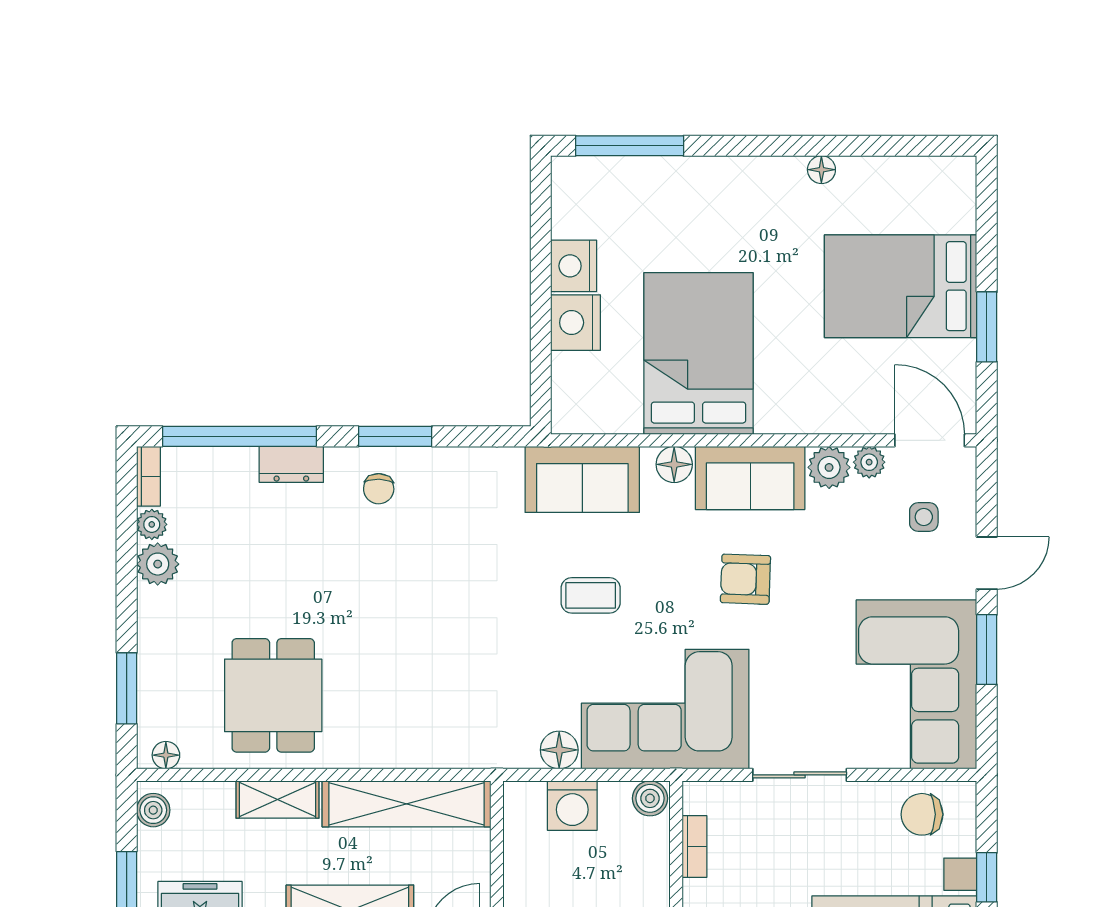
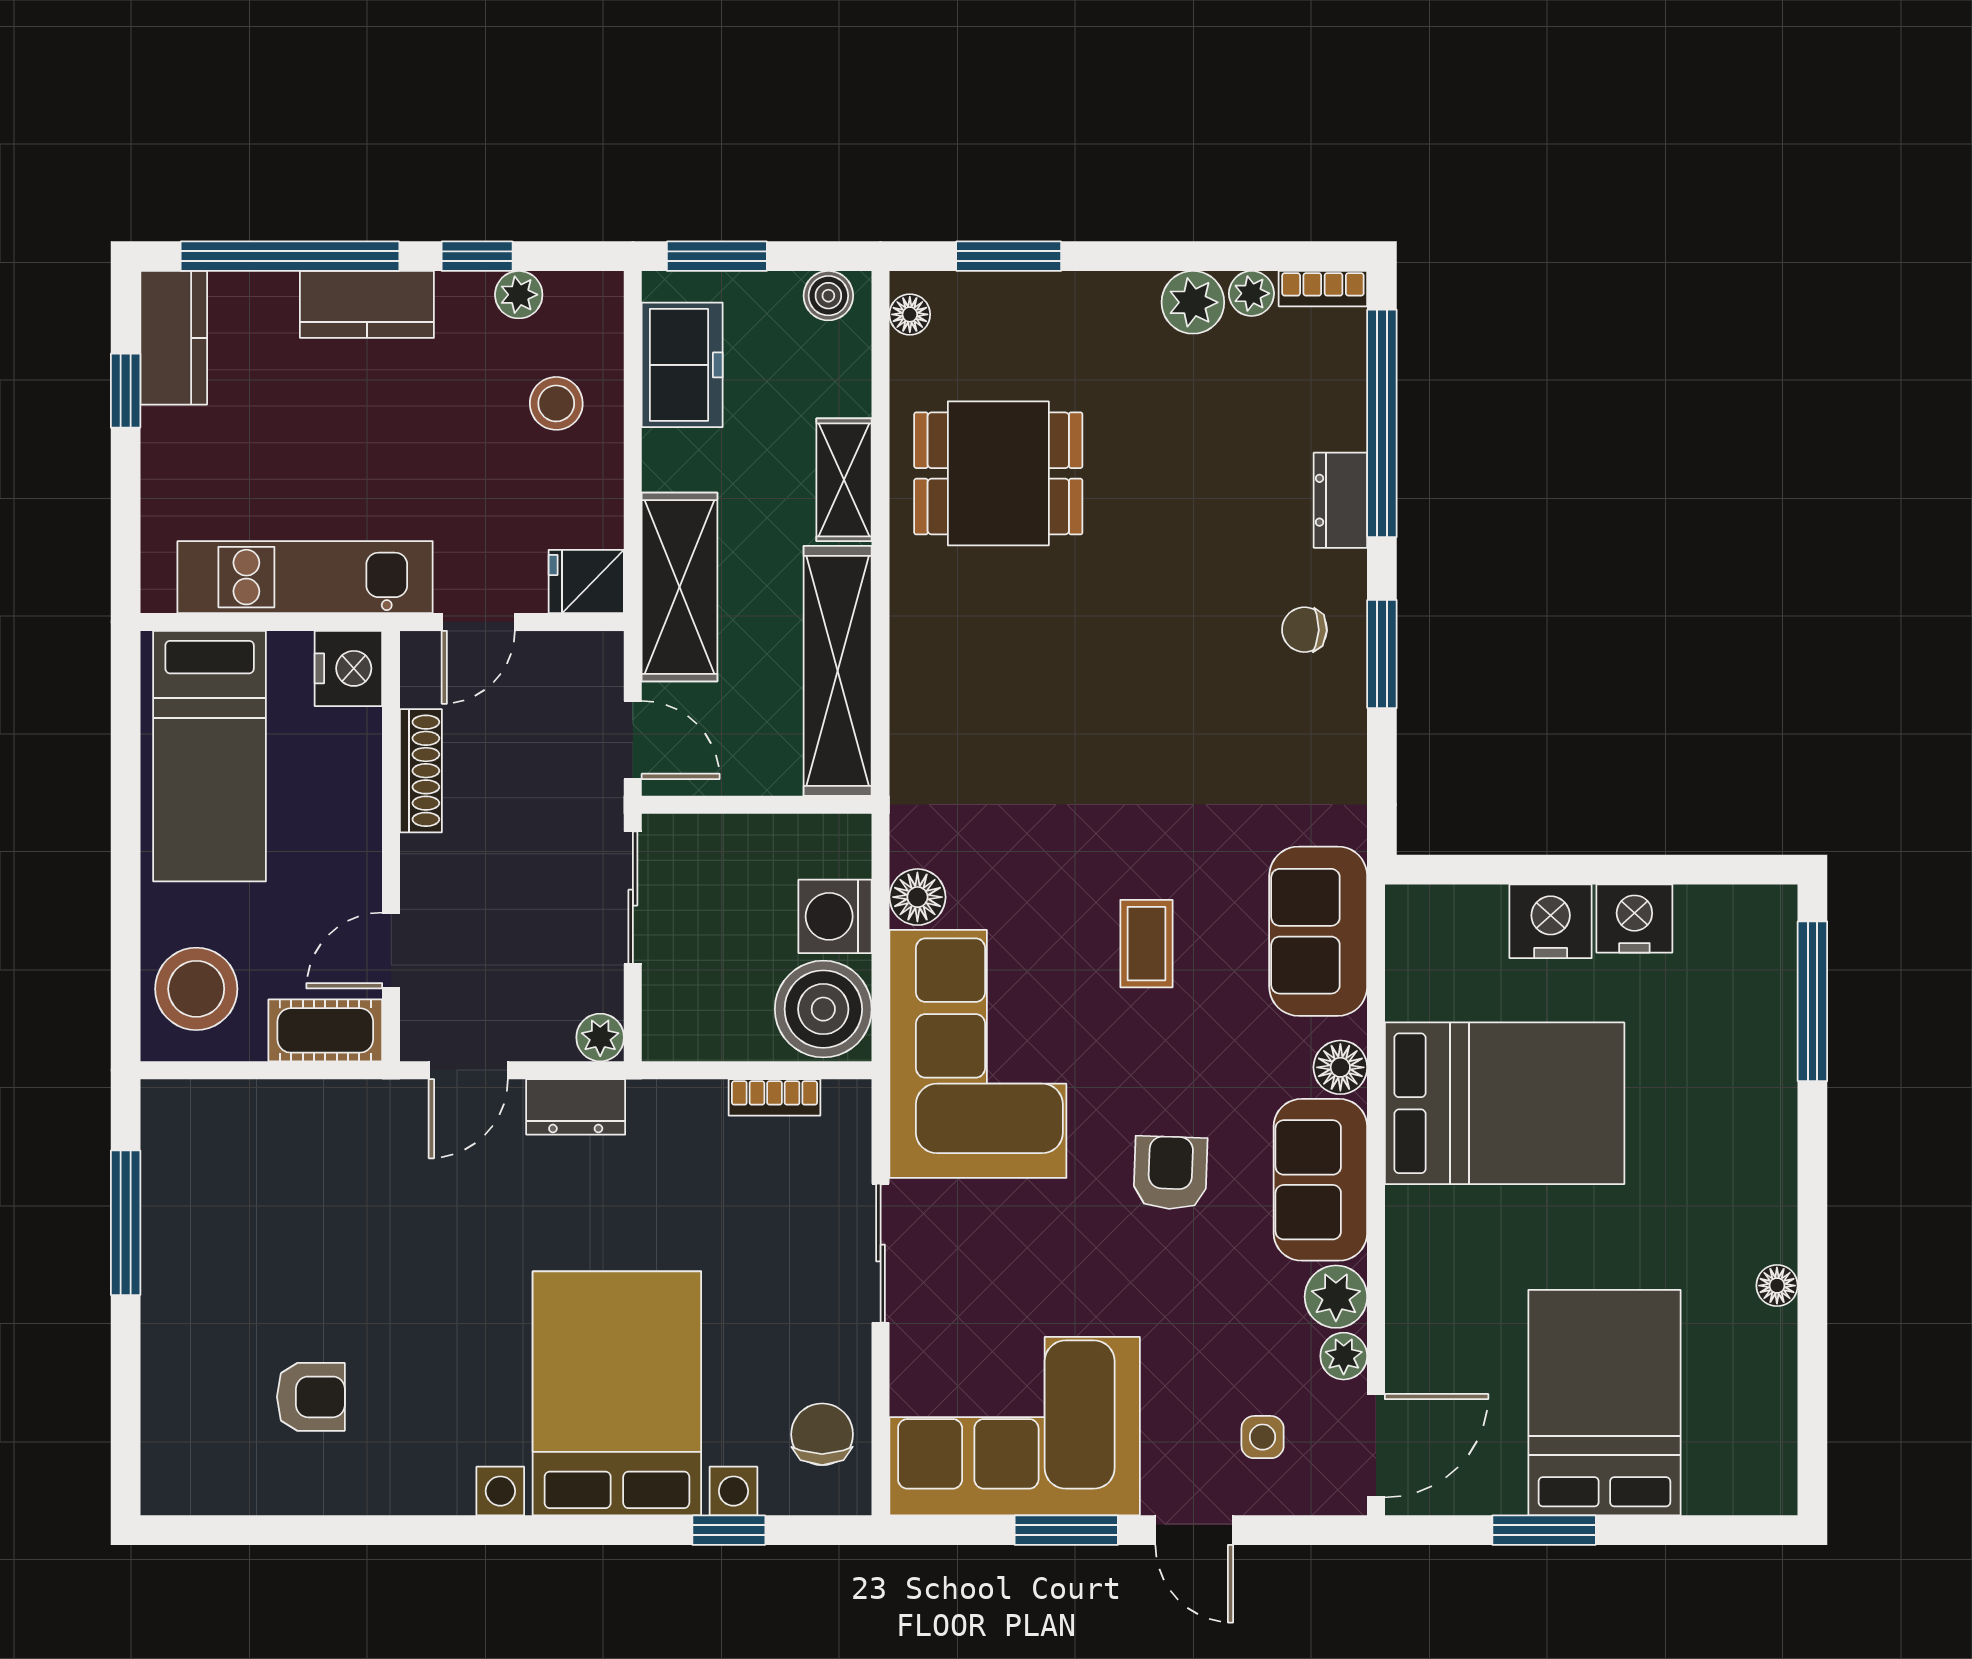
boiler: (650, 798) -> (823, 1009), width x1.86, depth x1.86

